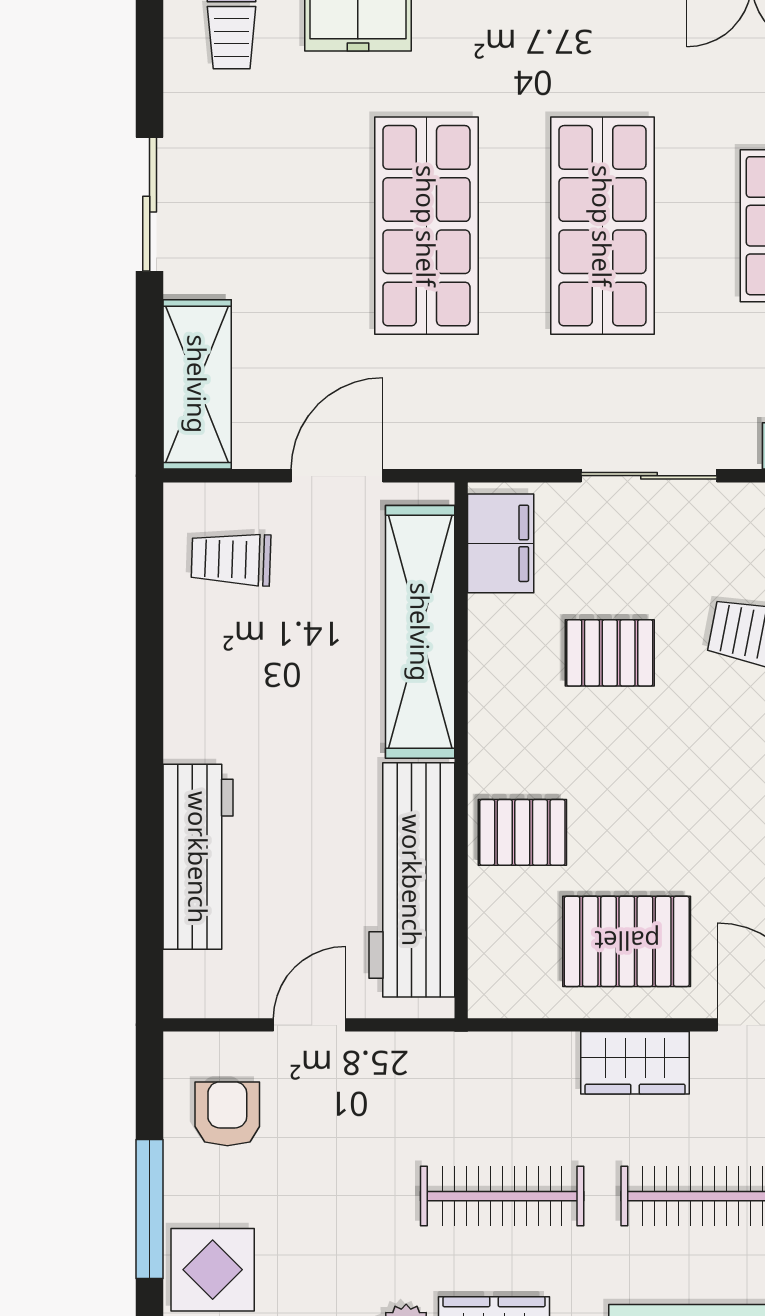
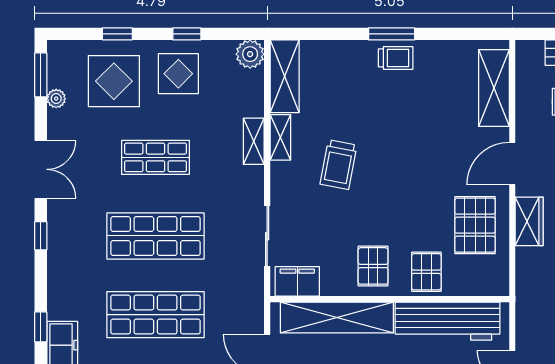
sliding door: (649, 476) -> (267, 236), moved
pallet: (610, 653) -> (373, 266), moved

